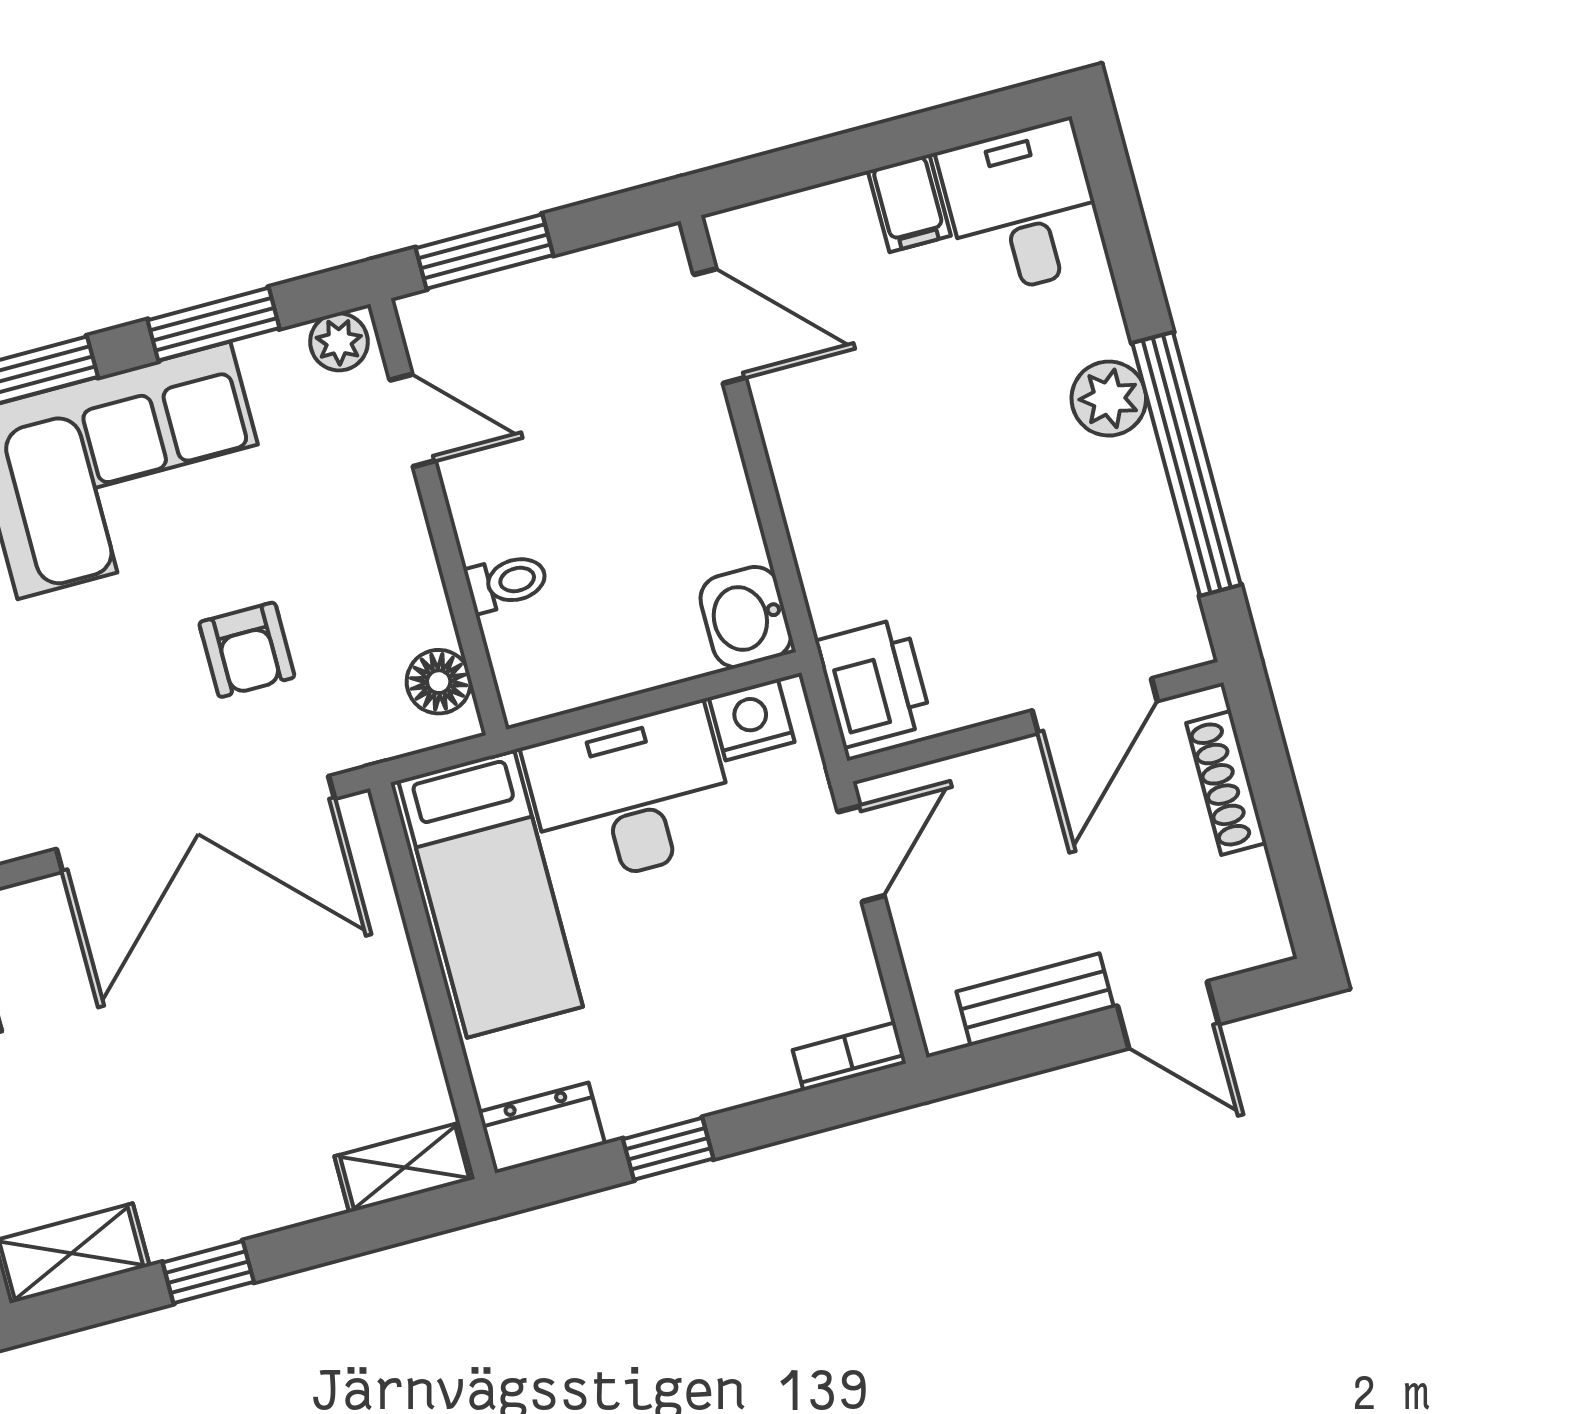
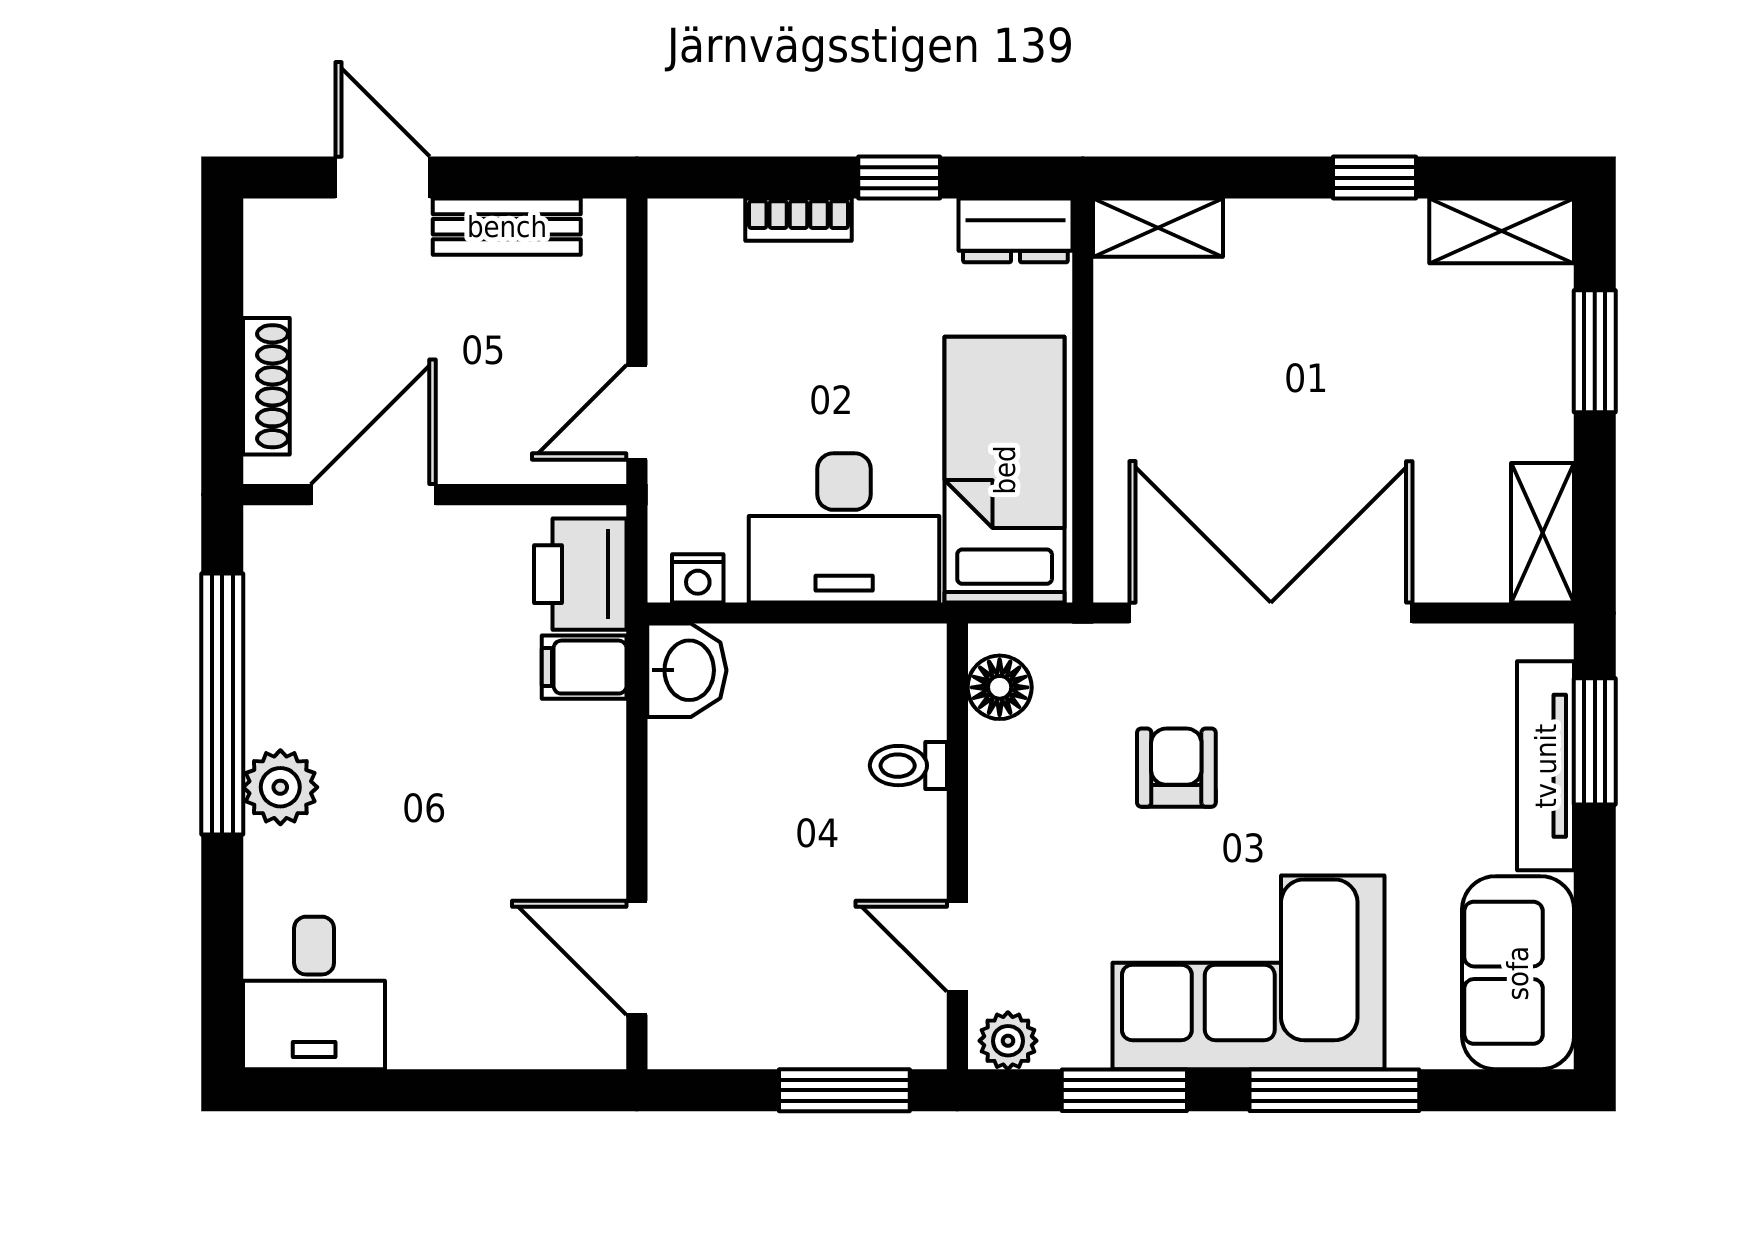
filing cabinet: (909, 203) -> (584, 667), moved, turned -90
nightstand: (752, 720) -> (698, 578), width x0.72, depth x0.74
bookcase: (849, 1057) -> (799, 220), moved

